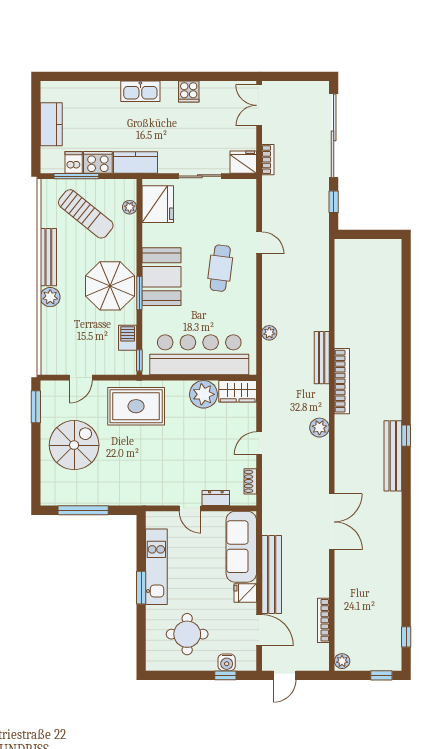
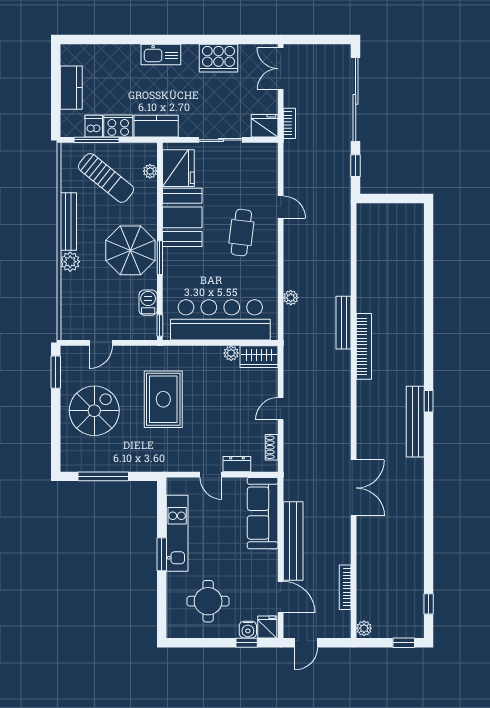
cooker: (189, 92) -> (219, 58), width x1.87, depth x1.31
booth: (161, 277) -> (182, 217), moved
plant: (204, 394) -> (231, 353), width x0.53, depth x0.53
rug: (136, 406) -> (163, 399), moved, turned 90
plant: (319, 428) -> (341, 393), removed
fridge: (245, 593) -> (267, 627), moved, turned 90

